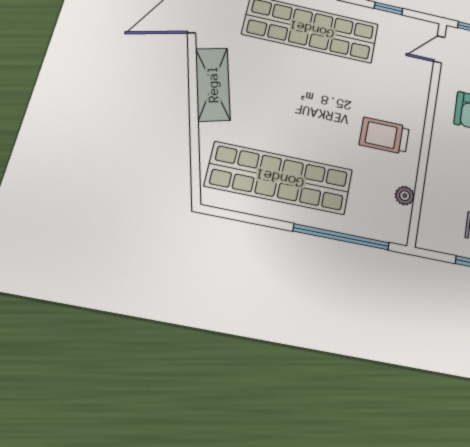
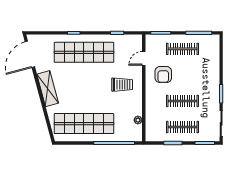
door: (439, 49) -> (144, 58), moved
trolley: (384, 136) -> (122, 85), moved, turned 180

